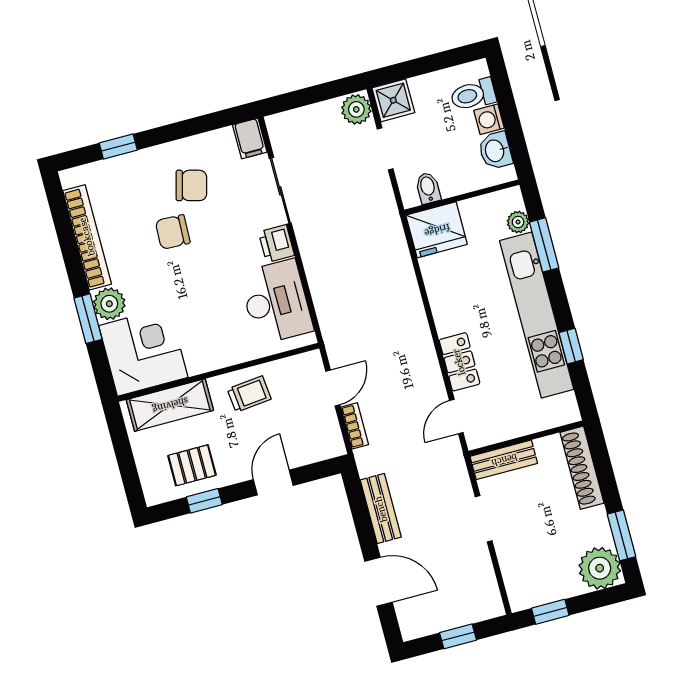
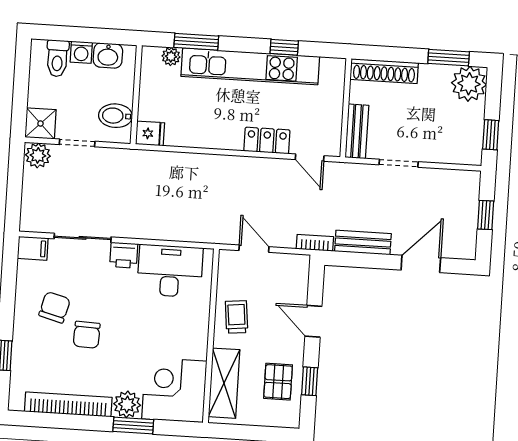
bidet: (428, 188) -> (116, 116), width x1.38, depth x1.36
fridge: (437, 230) -> (150, 134), width x0.53, depth x0.75
bookcase: (355, 426) -> (315, 243), moved

